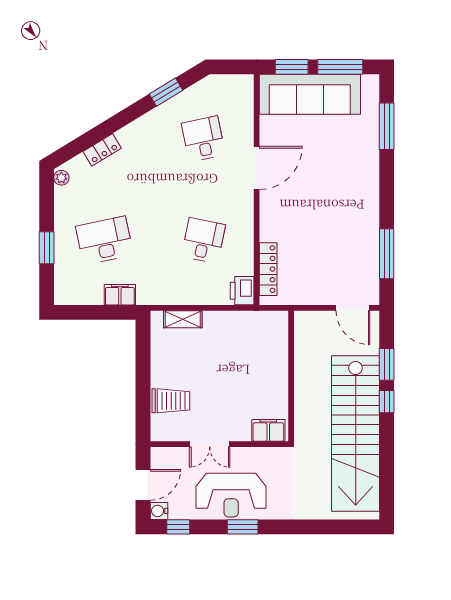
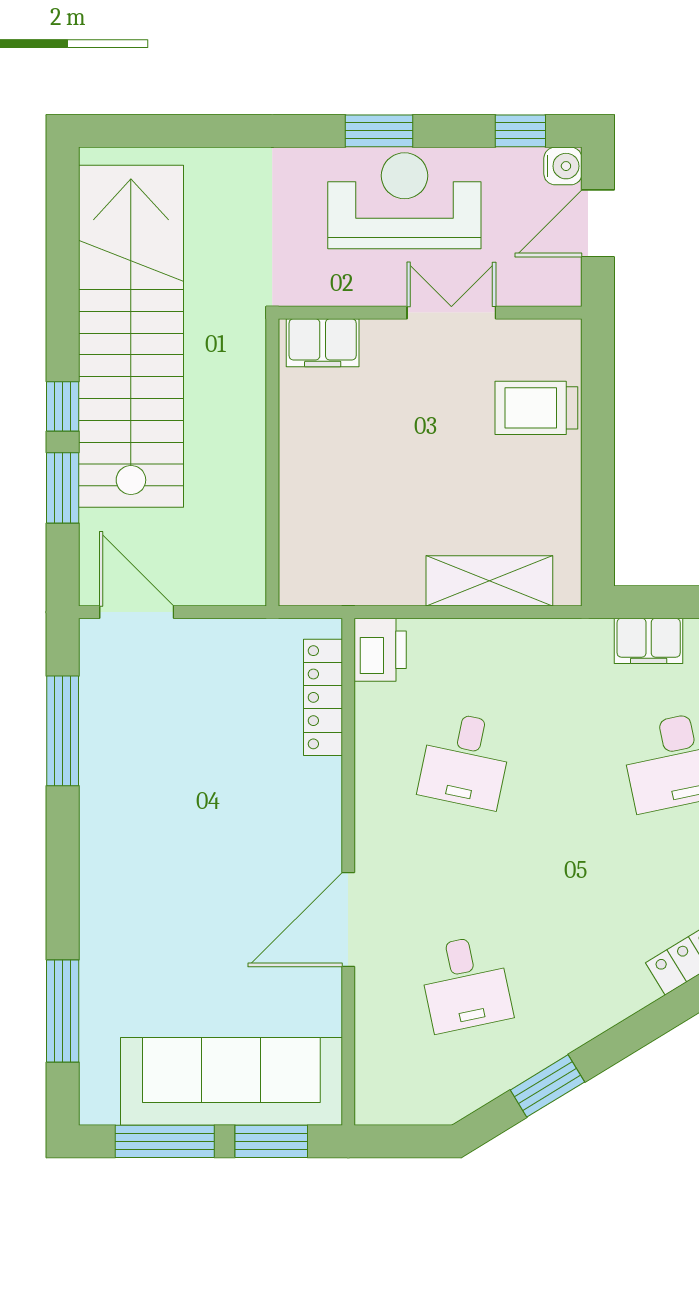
shelving: (183, 319) -> (489, 581), width x1.50, depth x1.33

